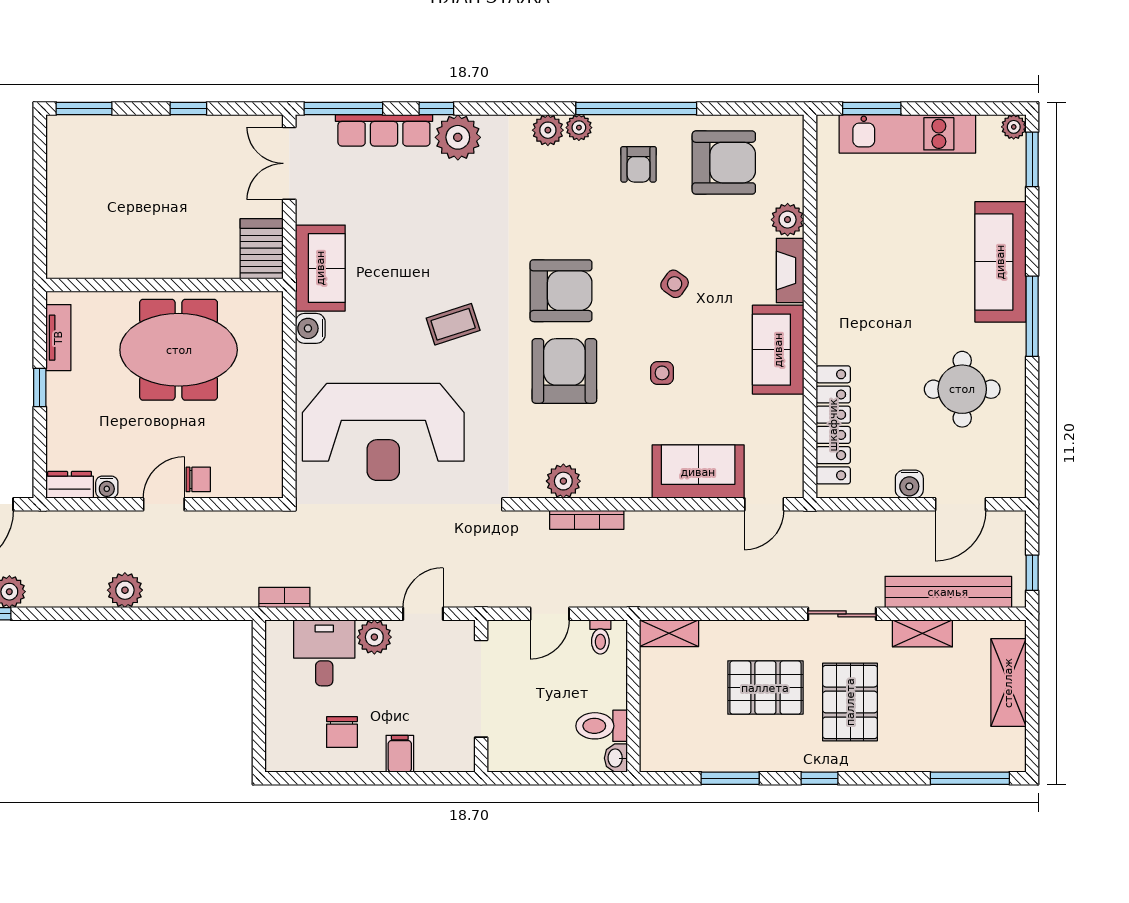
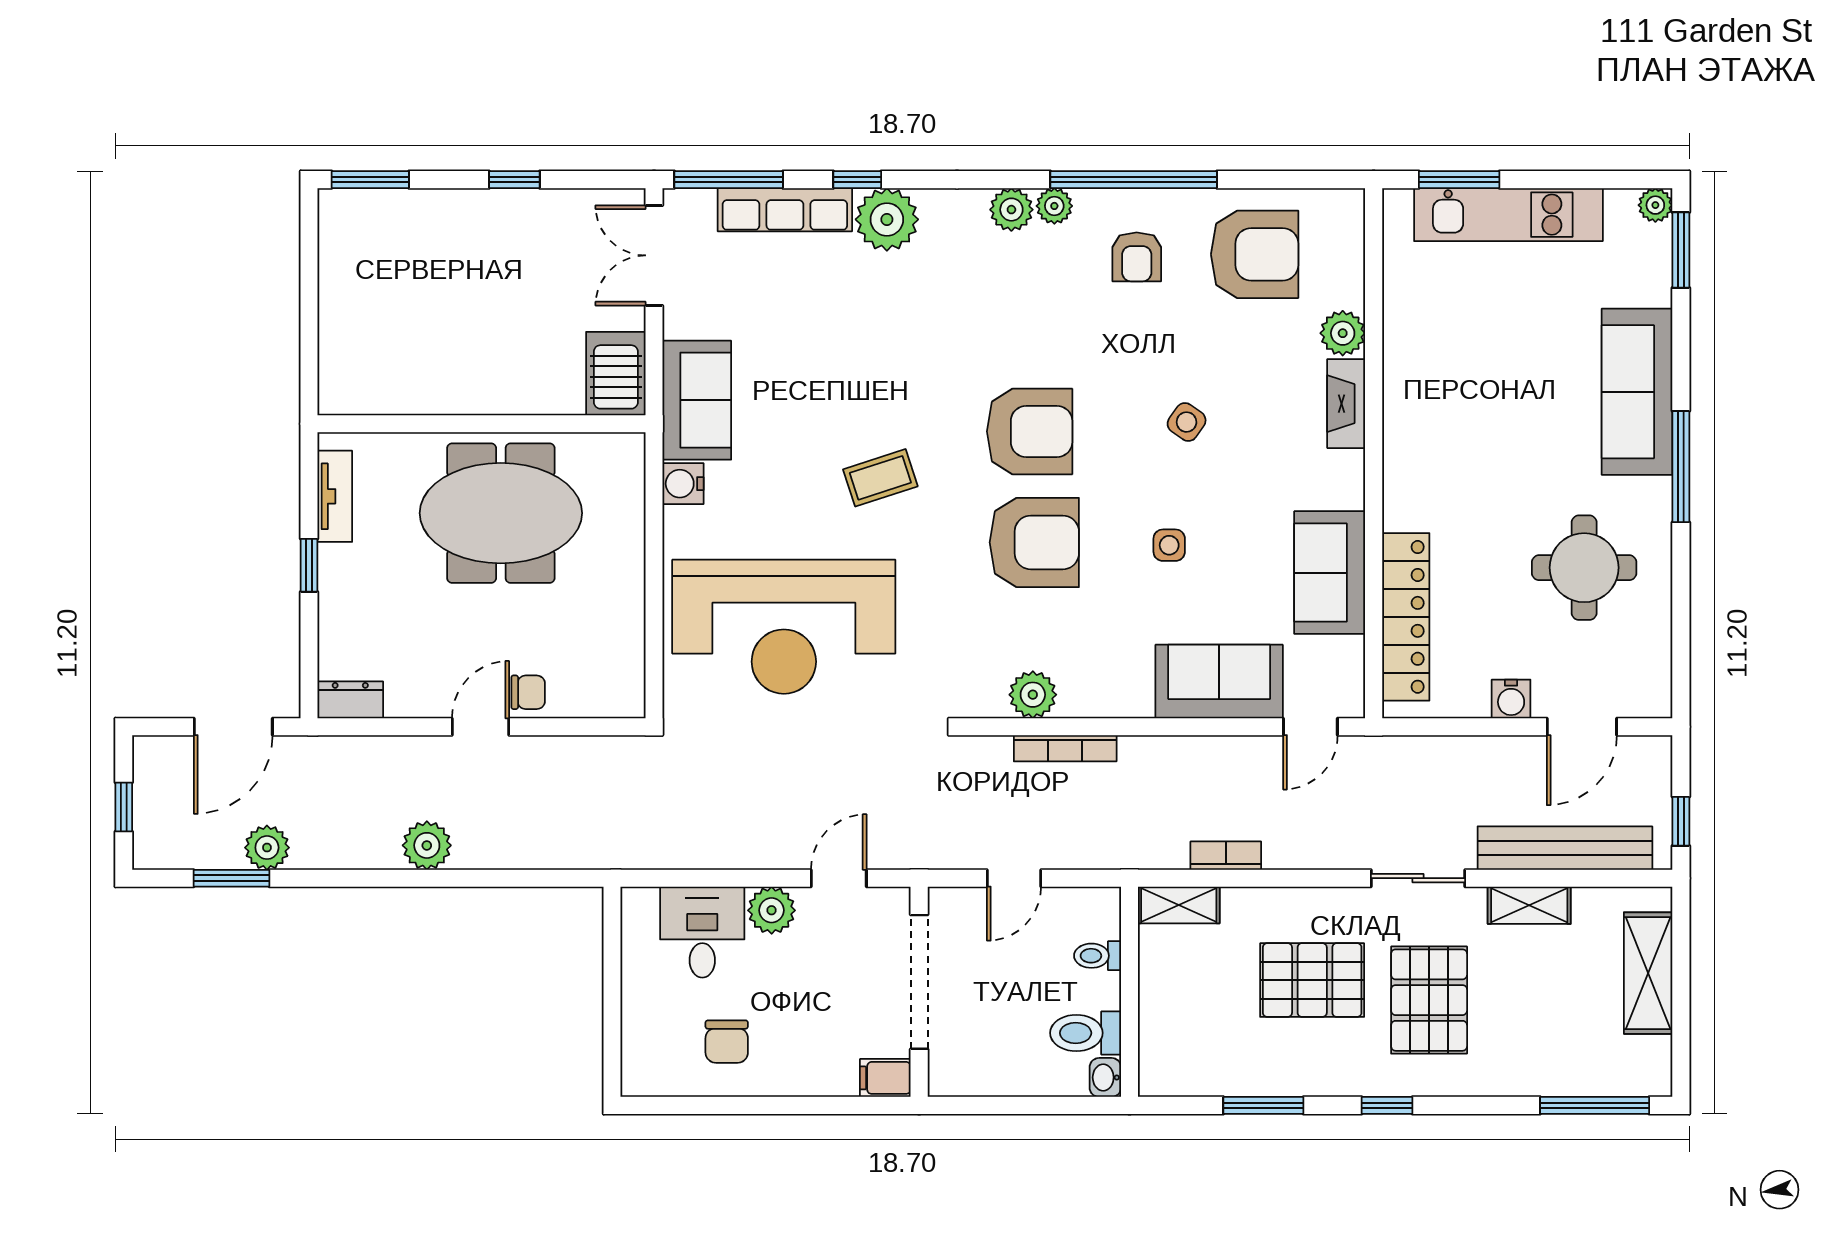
sofa: (778, 350) -> (1330, 573), moved
armchair: (564, 371) -> (1034, 542), turned 90
water cooler: (107, 487) -> (402, 703), removed
bookcase: (284, 598) -> (1226, 856), moved
toilet: (600, 637) -> (1098, 956), moved, turned 90
filing cabinet: (400, 754) -> (885, 1078), moved, turned -90

